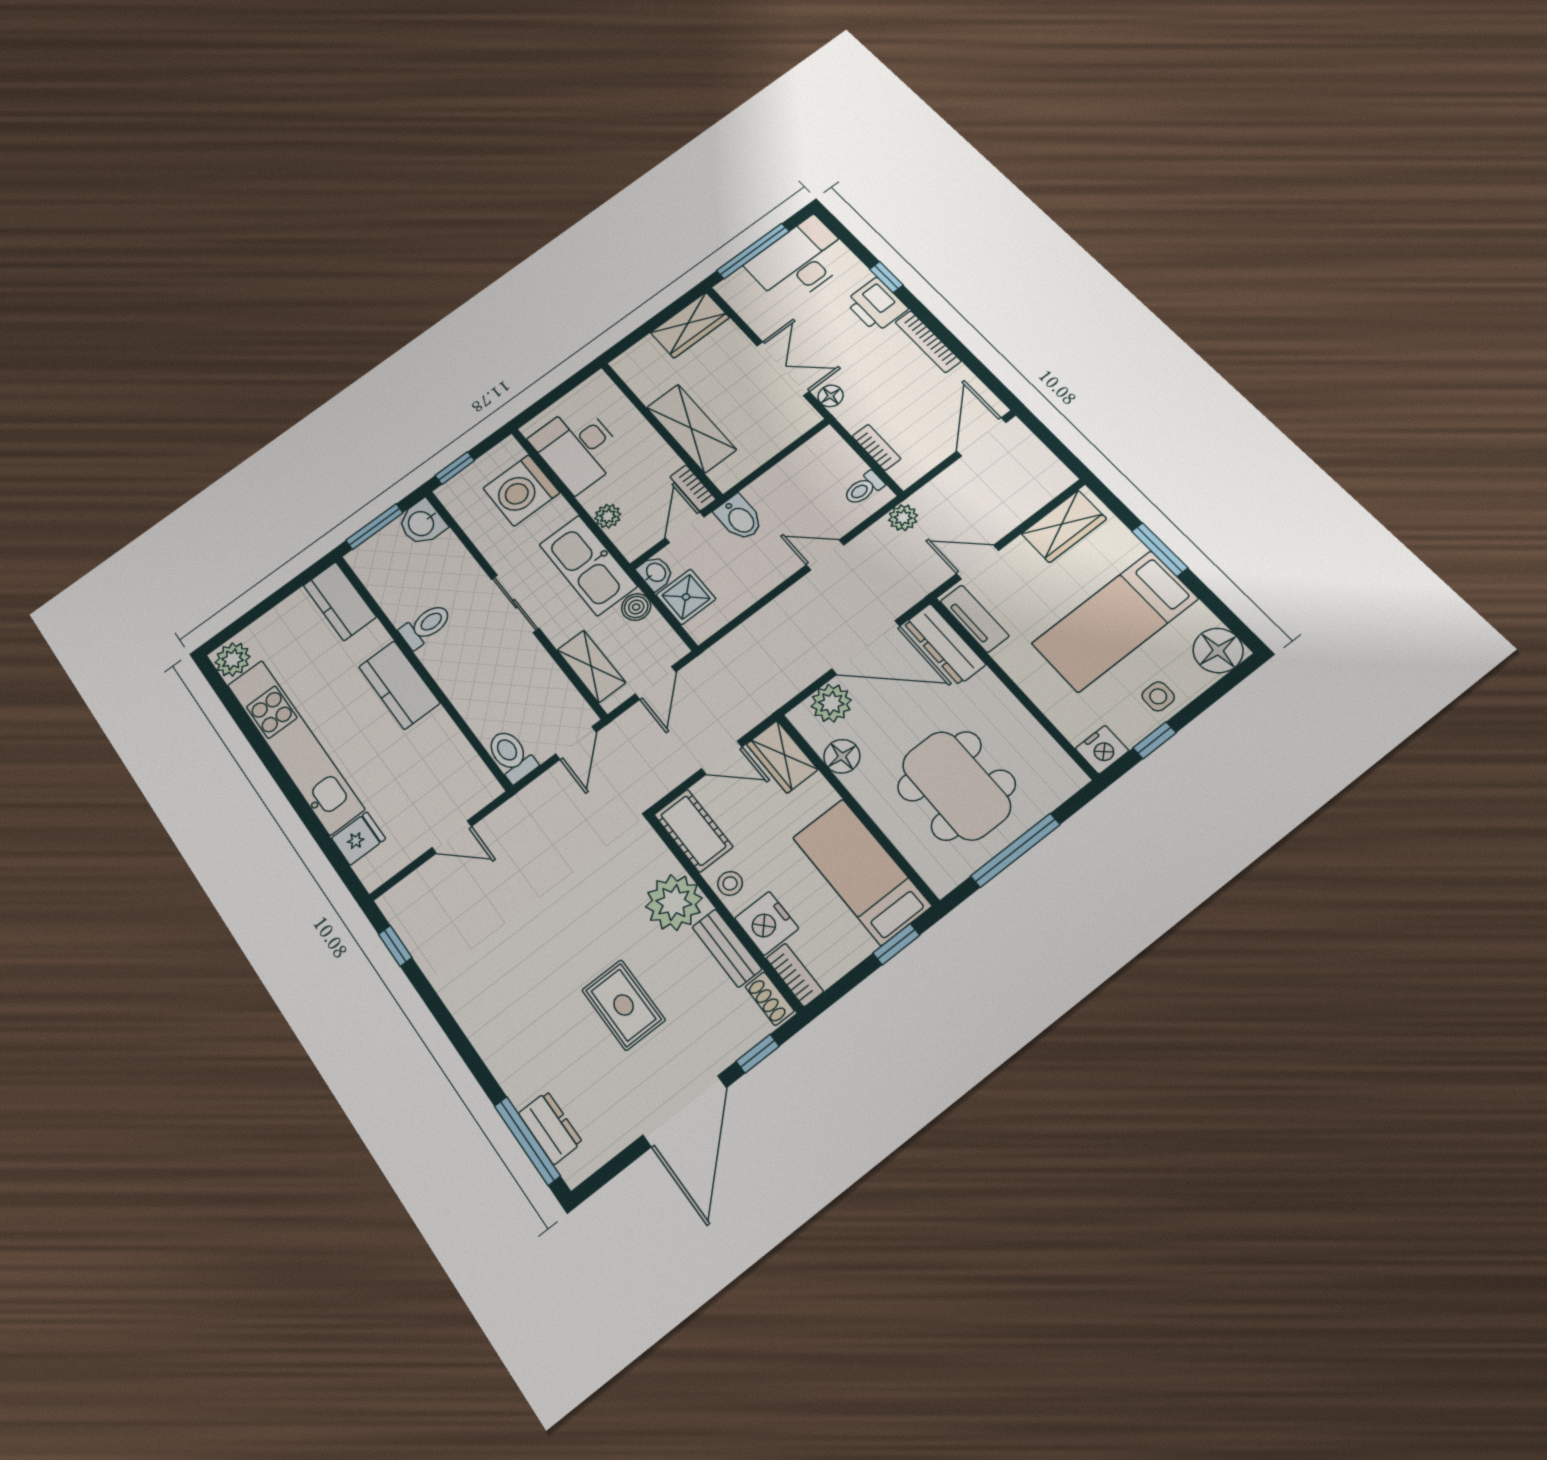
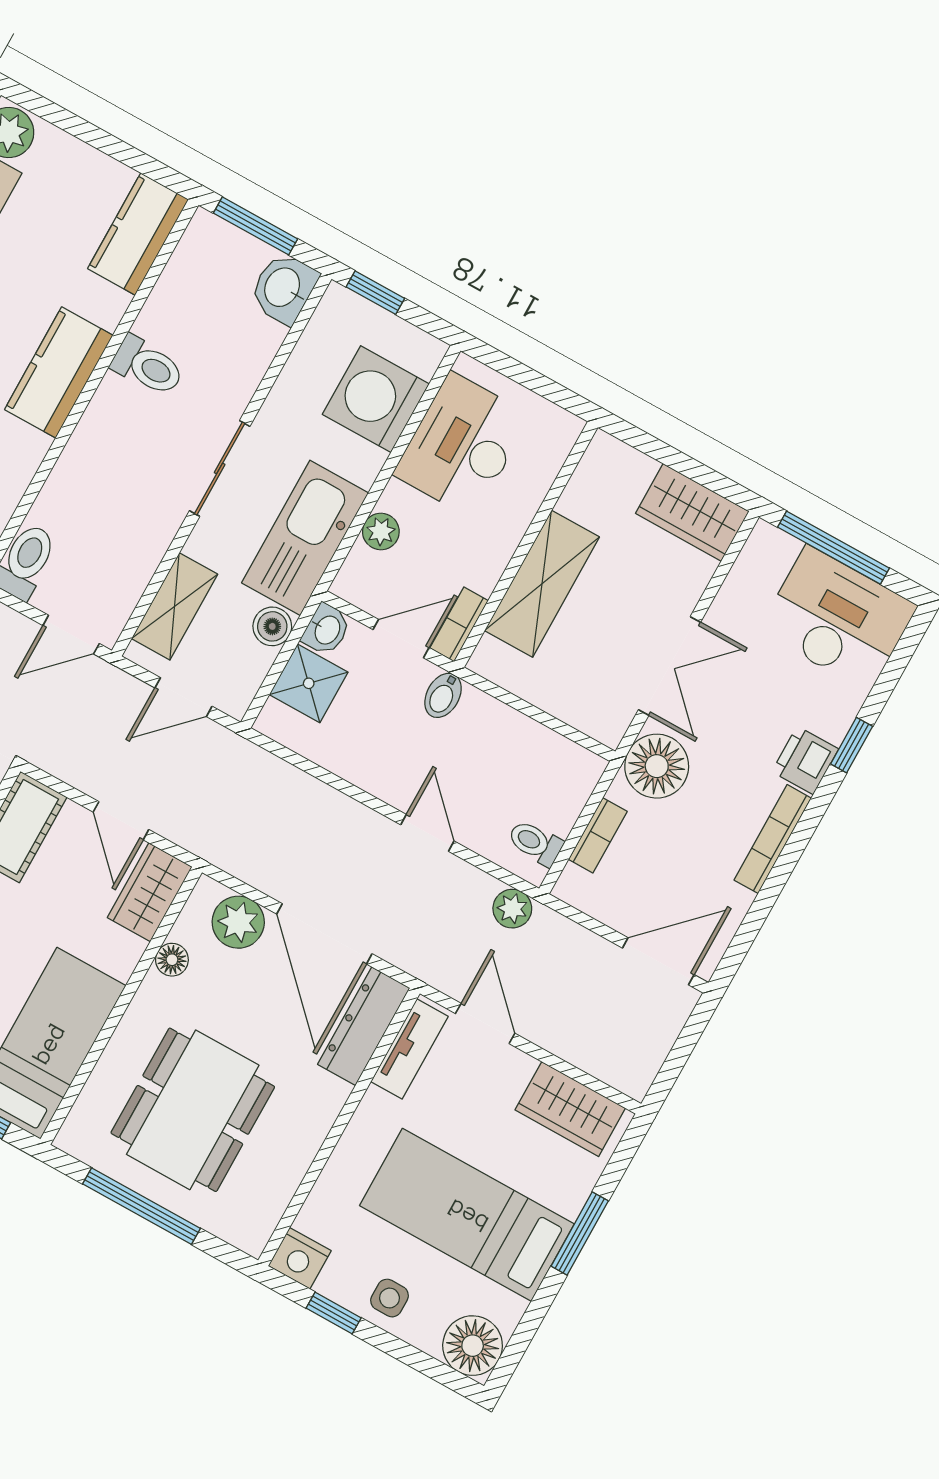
printer: (876, 305) -> (805, 760), width x0.73, depth x0.81
floor lamp: (831, 396) -> (657, 766), width x1.89, depth x1.89
bidet: (739, 518) -> (443, 695), width x0.72, depth x0.74
floor lamp: (842, 756) -> (172, 960), width x0.73, depth x0.73

